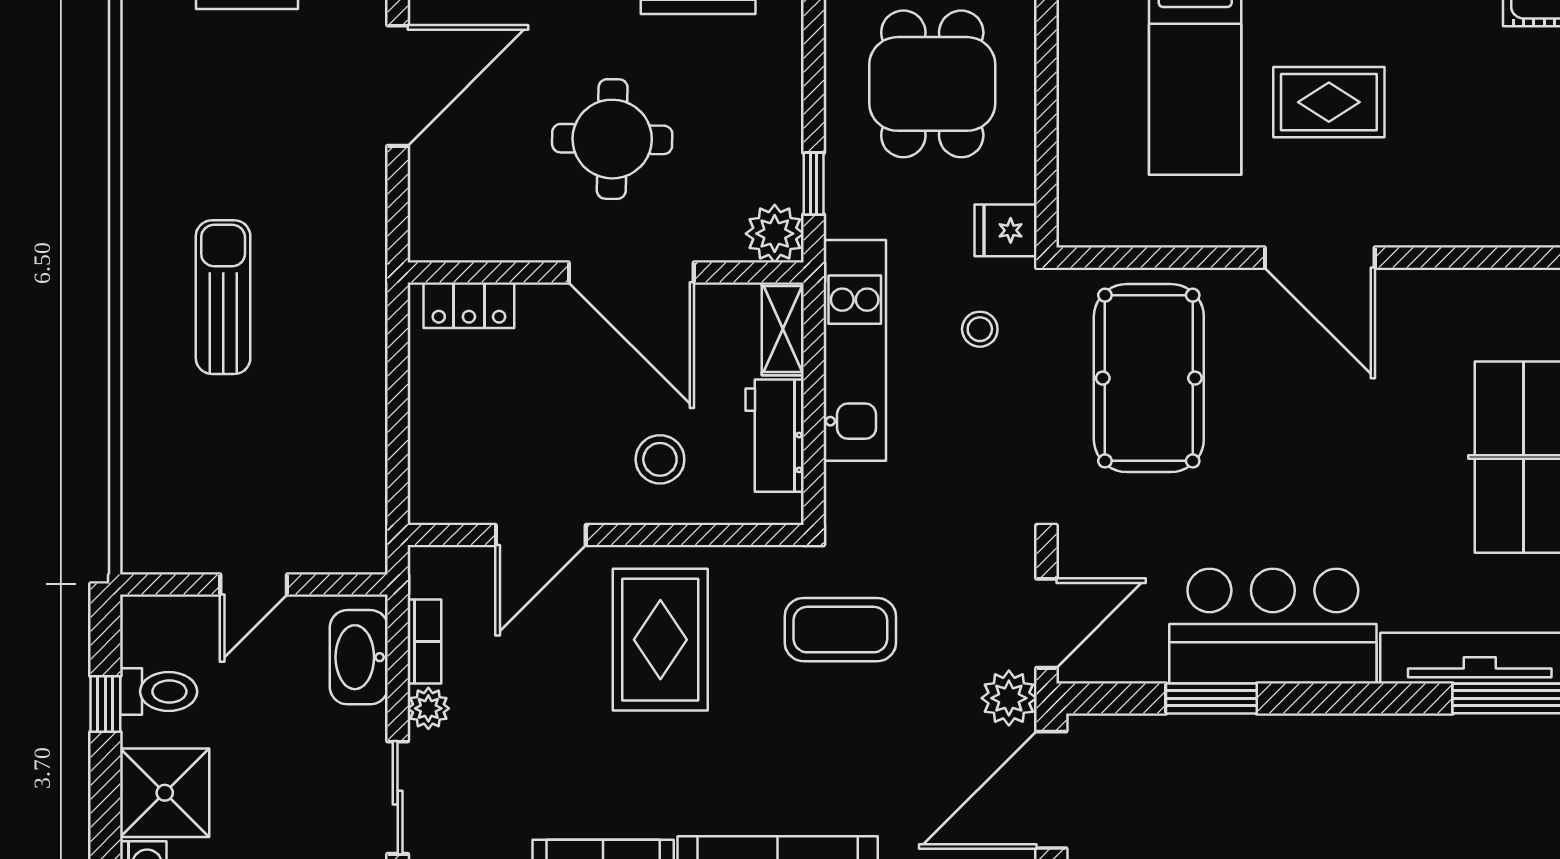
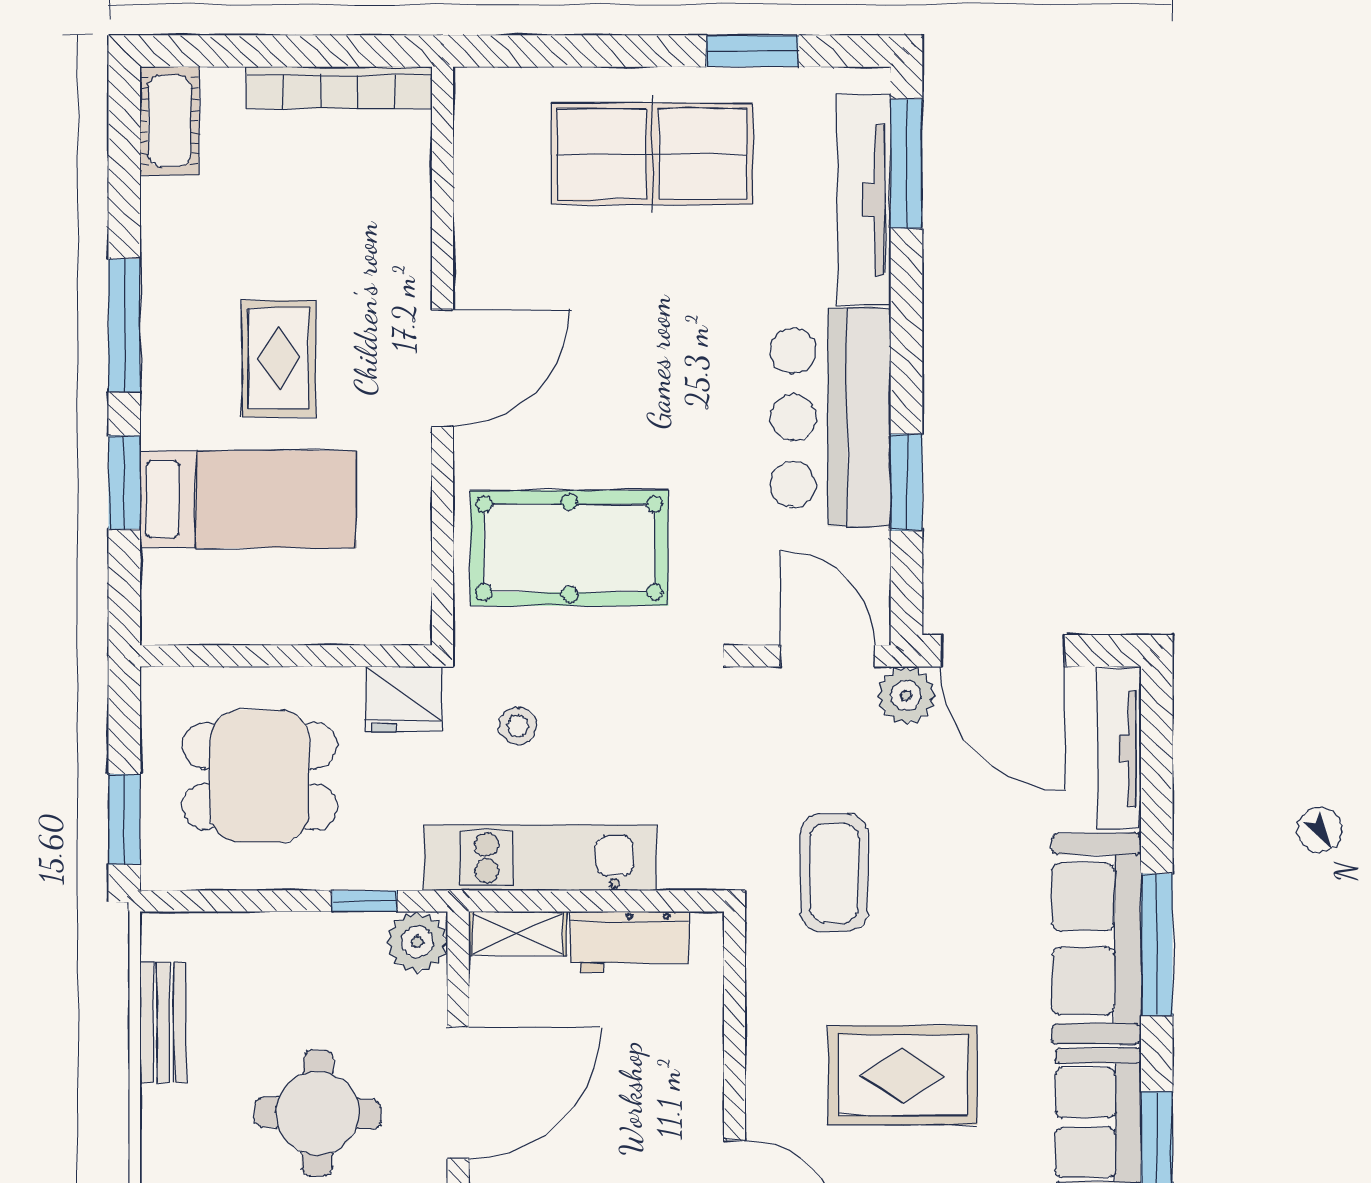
fridge: (1006, 230) -> (403, 699), width x1.38
stool: (660, 459) -> (655, 1063), removed
rug: (660, 640) -> (903, 1075), moved

